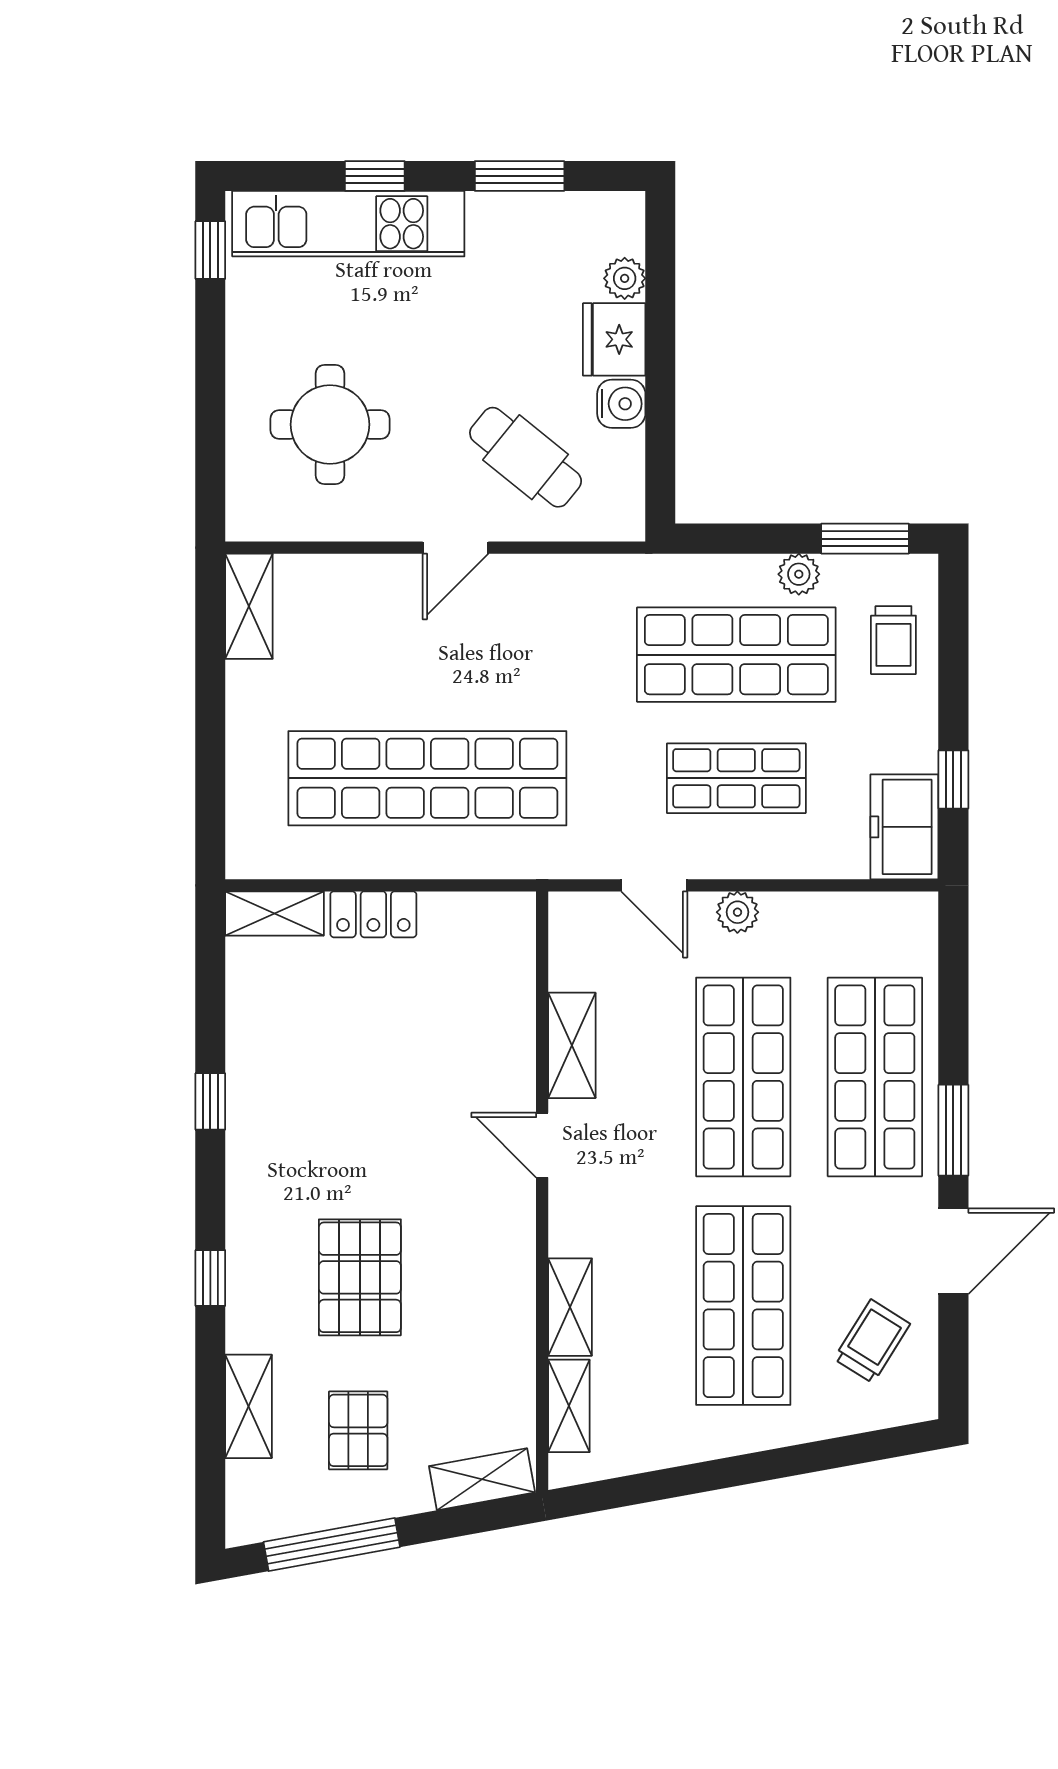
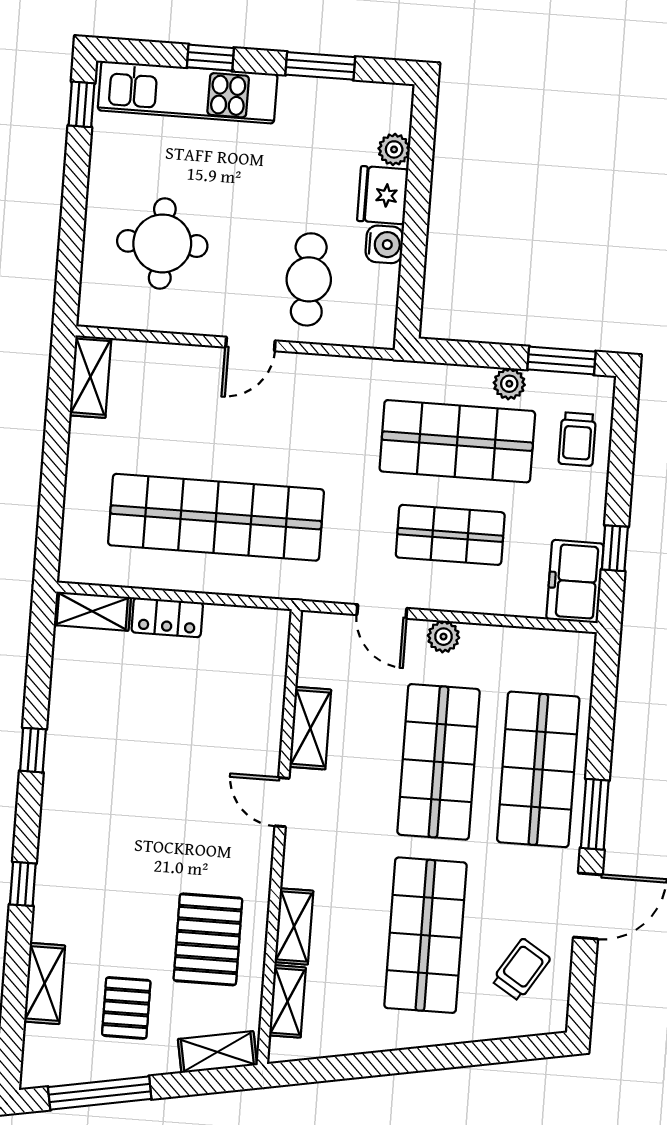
cafe table: (526, 457) -> (309, 279), turned 51
pallet: (360, 1277) -> (208, 939), moved

